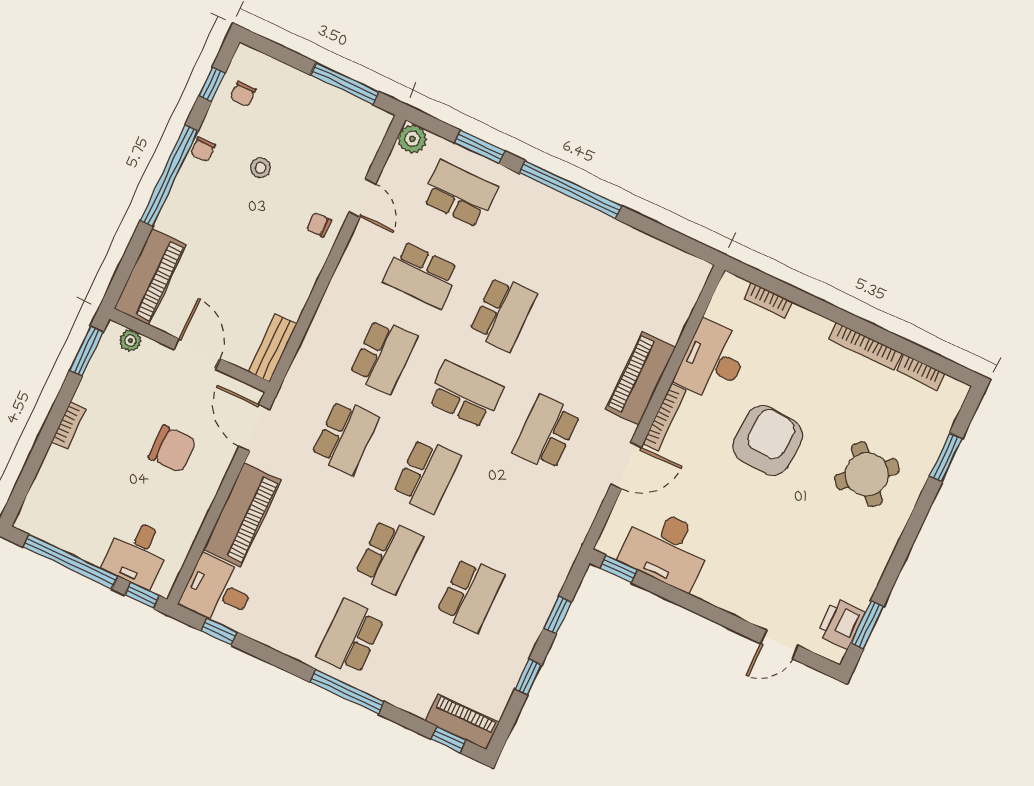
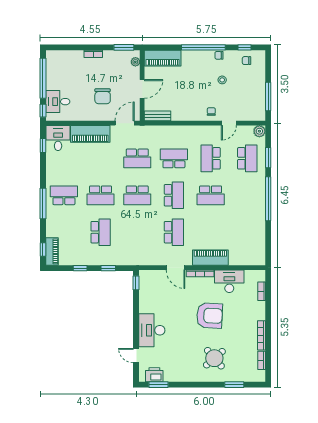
school desk: (383, 356) -> (174, 158), turned 180
school desk: (547, 433) -> (174, 232), turned 90
desk: (666, 549) -> (152, 330), moved
school desk: (470, 595) -> (101, 232), turned -90

